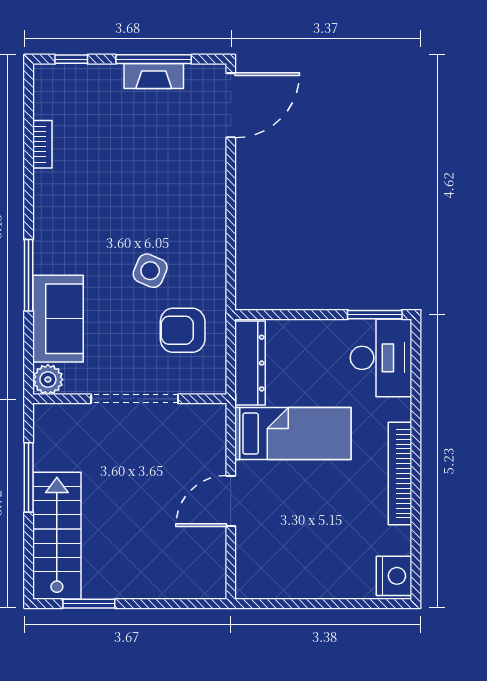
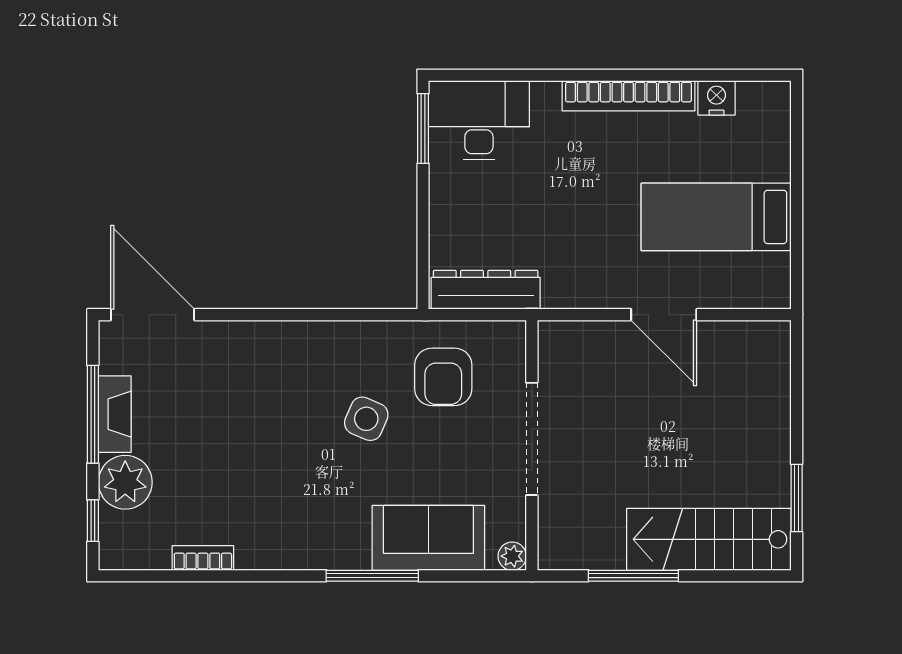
plant: (101, 84) -> (125, 482), added
plant: (48, 380) -> (512, 556), width x0.73, depth x0.73
bed: (293, 434) -> (716, 217), moved, turned -90
nightstand: (394, 576) -> (716, 98), moved, width x0.74, depth x0.75

